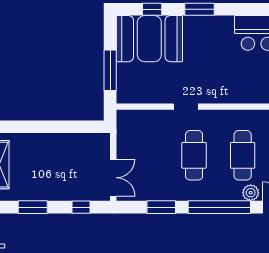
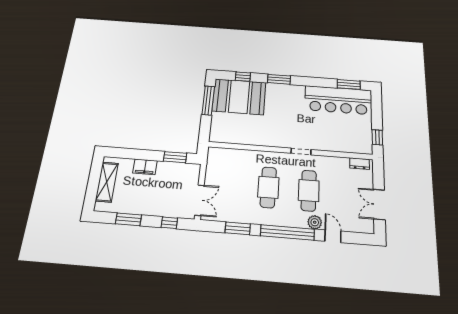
window: (110, 70) -> (208, 100), moved
doorway: (186, 107) -> (301, 151), moved
window: (77, 127) -> (175, 157), added
filing cabinet: (42, 142) -> (145, 167), added

